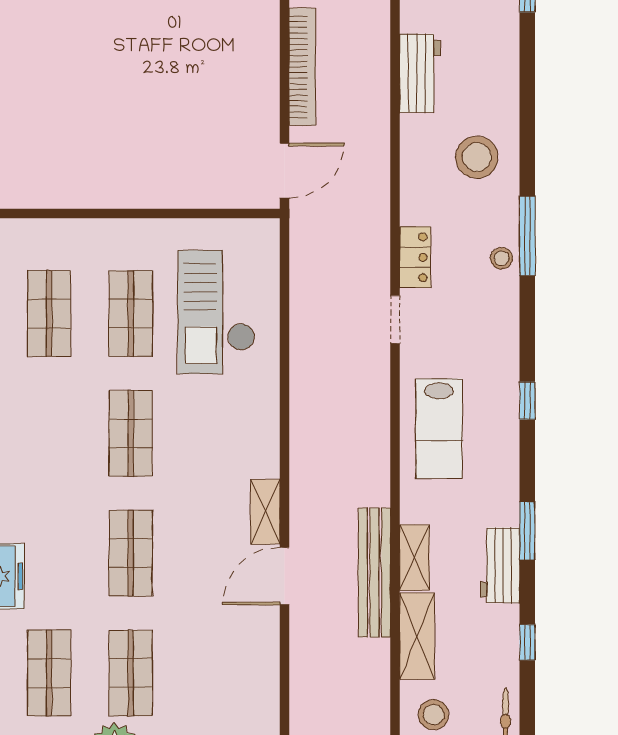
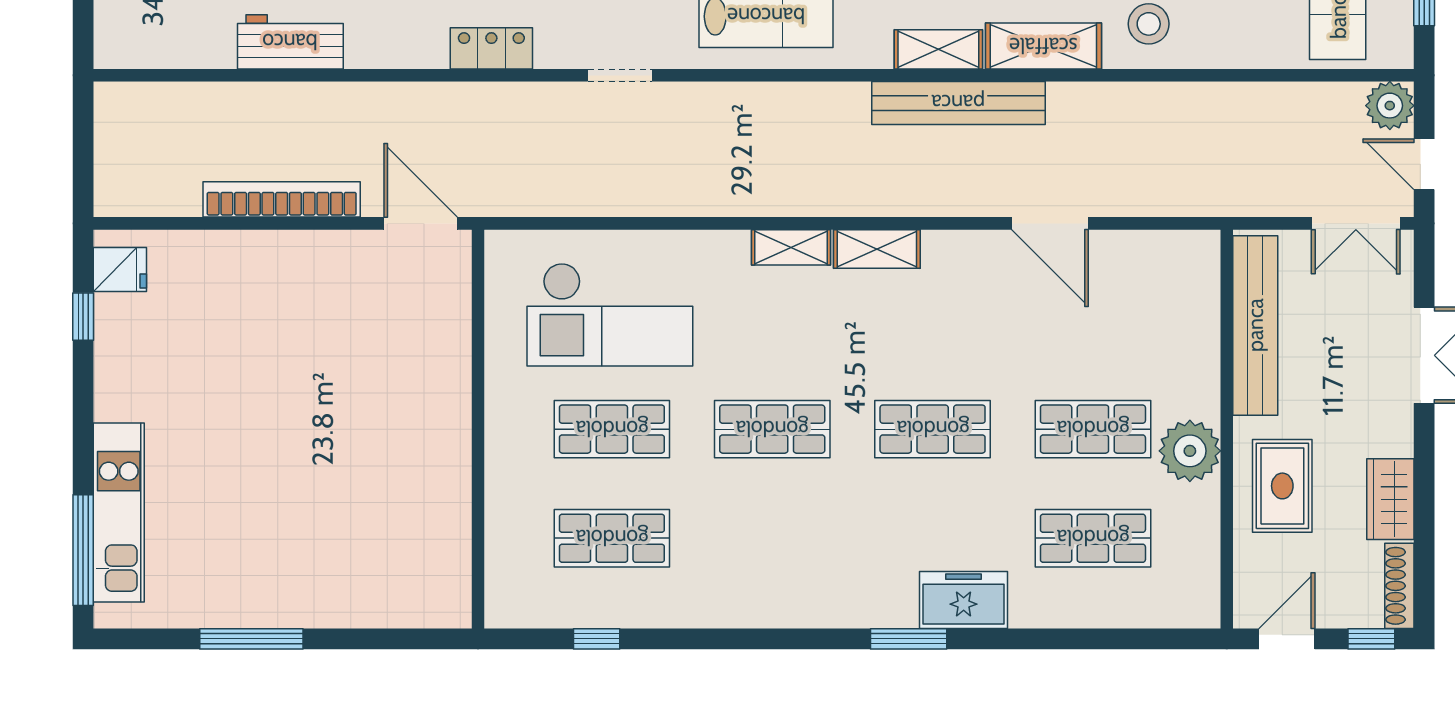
locker: (415, 257) -> (491, 48), moved
shelving: (267, 447) -> (791, 247), added
door: (284, 576) -> (1050, 223), moved

